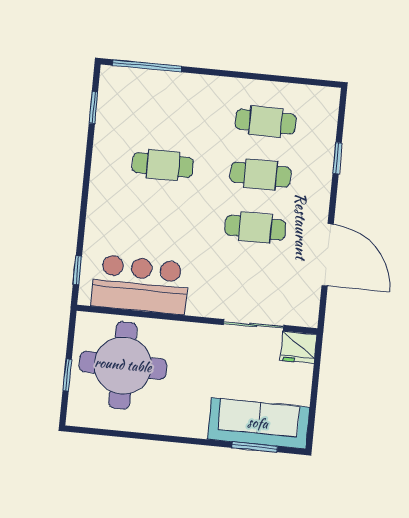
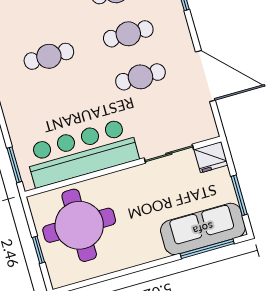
window: (77, 270) -> (14, 165), width x1.50
bar counter: (140, 285) -> (82, 153), width x1.36
window: (313, 402) -> (239, 195), added
window: (255, 447) -> (207, 249), width x1.44

